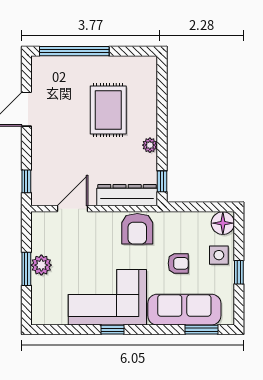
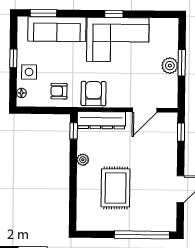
floor lamp: (223, 223) -> (21, 93), width x0.53, depth x0.53
armchair: (178, 263) -> (59, 91), moved

